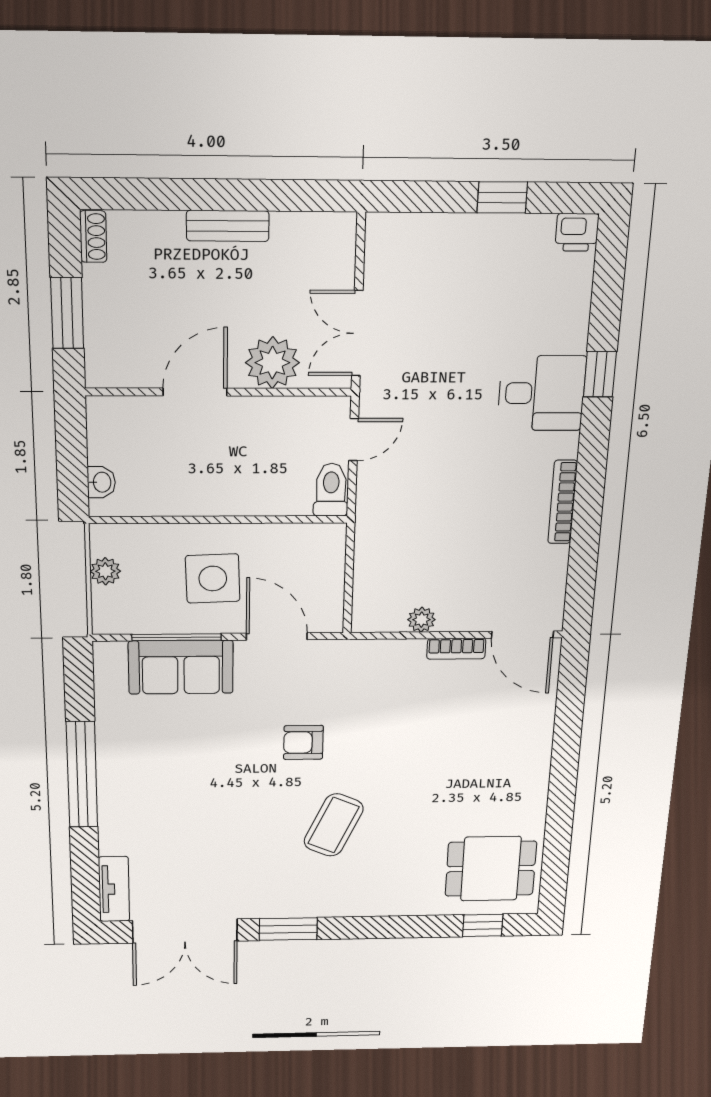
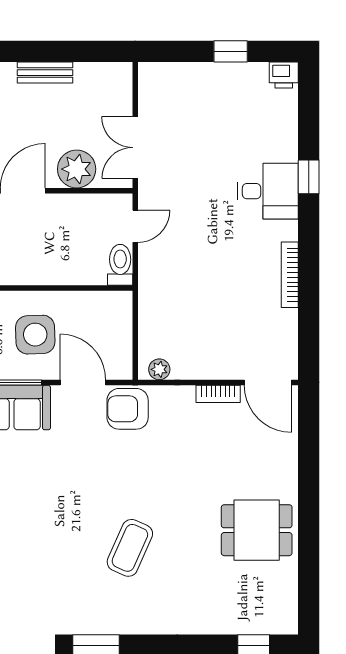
plant: (421, 620) -> (159, 369), moved
armchair: (303, 742) -> (128, 409), moved, width x1.38, depth x1.38
dining table: (491, 869) -> (257, 530), moved

